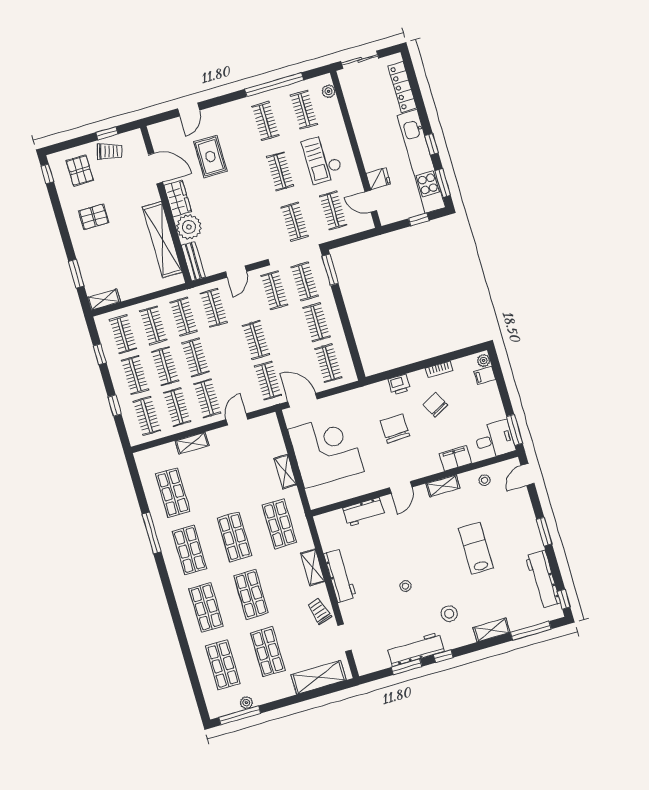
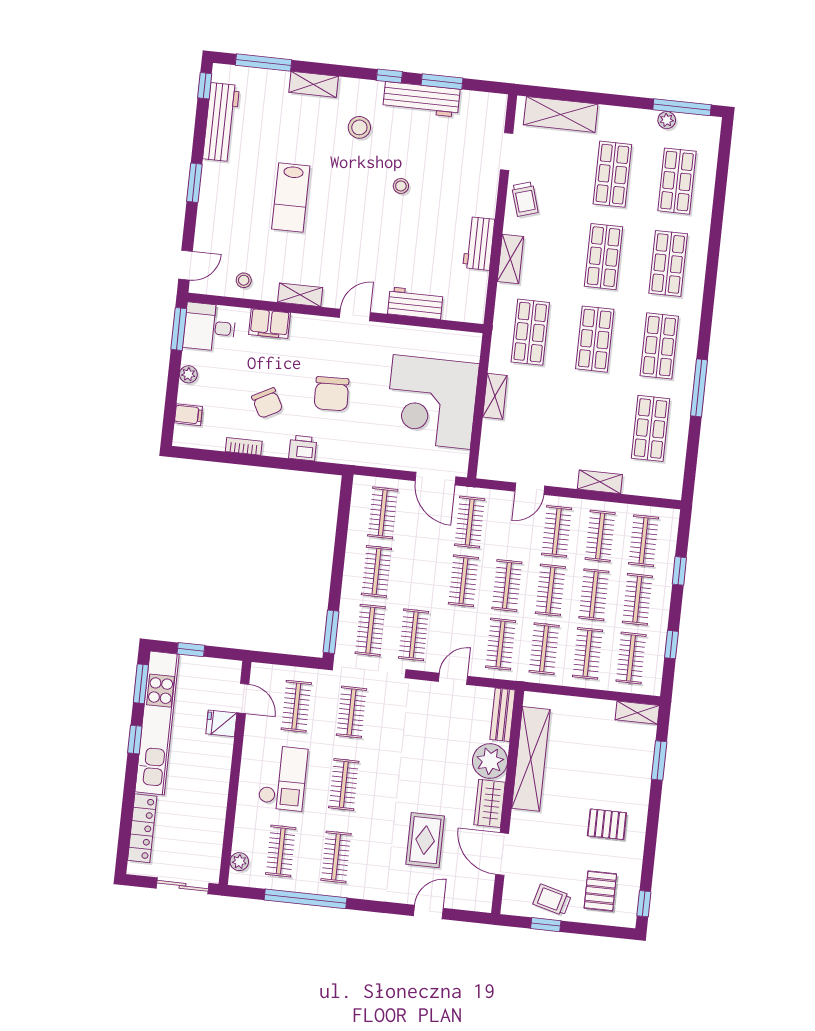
clothes rail: (226, 349) -> (507, 585), added
plant: (484, 361) -> (188, 374), moved
workbench: (340, 576) -> (479, 243), width x0.73

